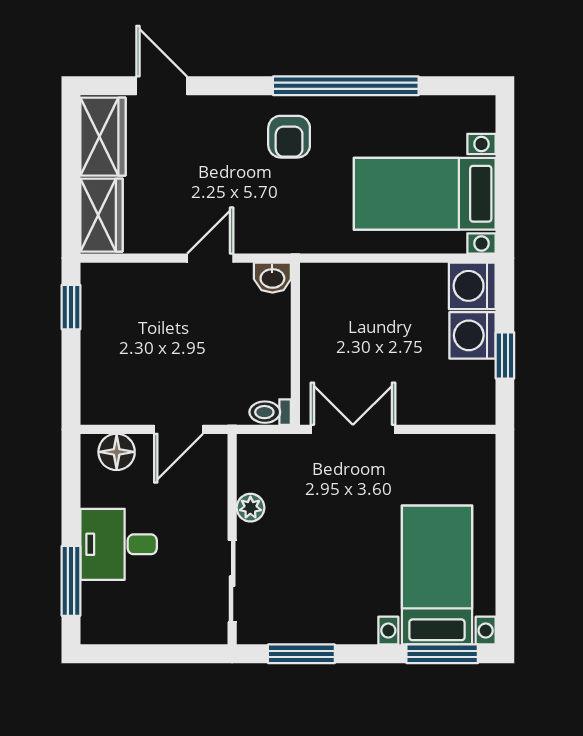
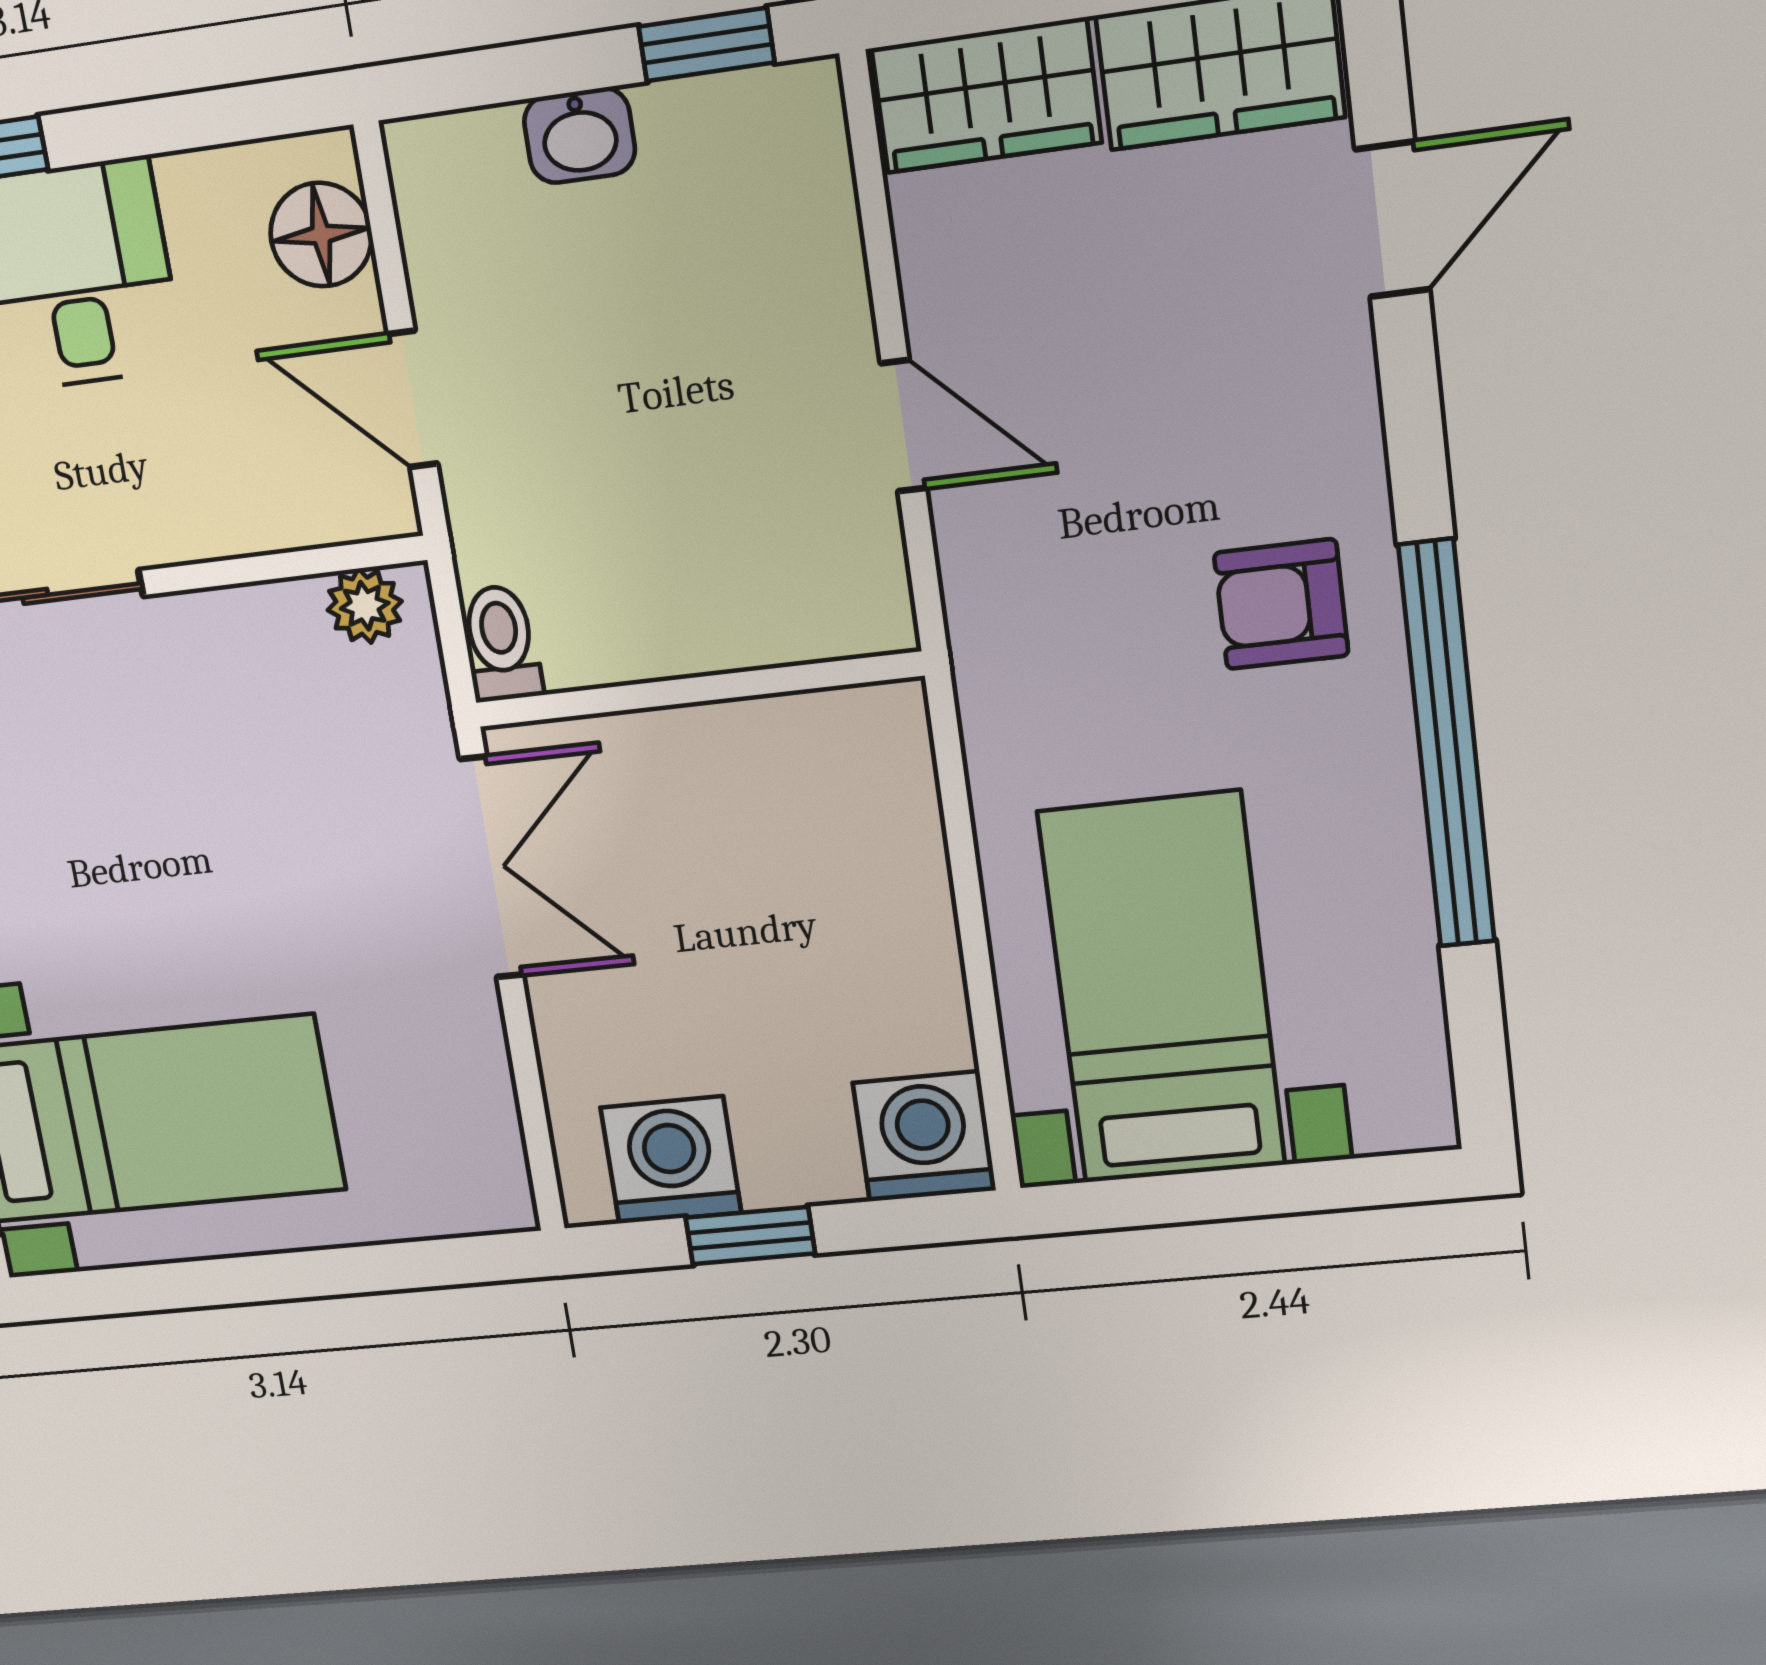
washbasin: (272, 278) -> (580, 135), moved, turned -90
washing machine: (472, 335) -> (671, 1160), moved
plant: (250, 508) -> (365, 606), moved

